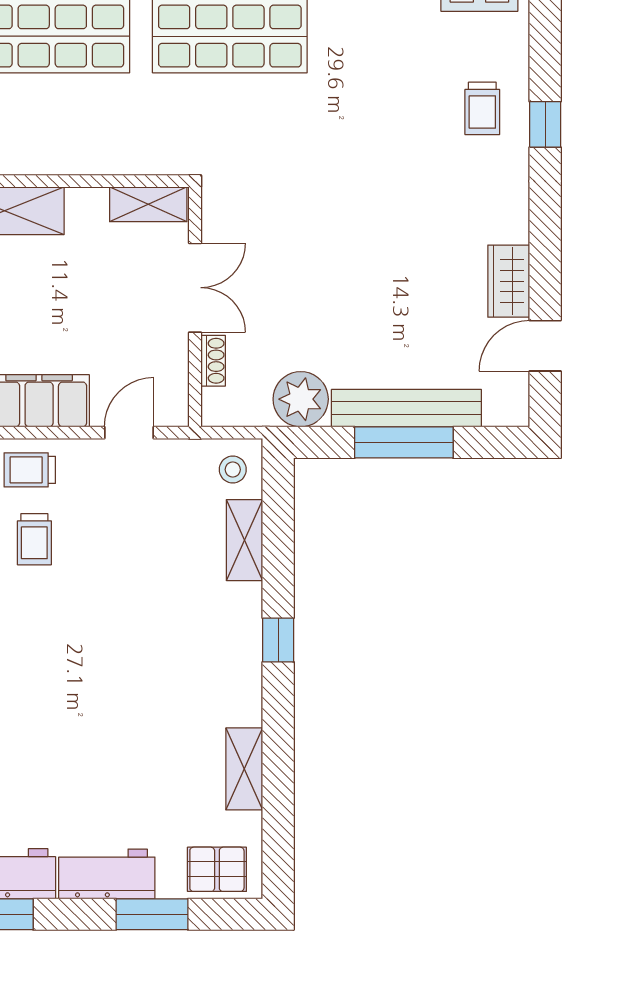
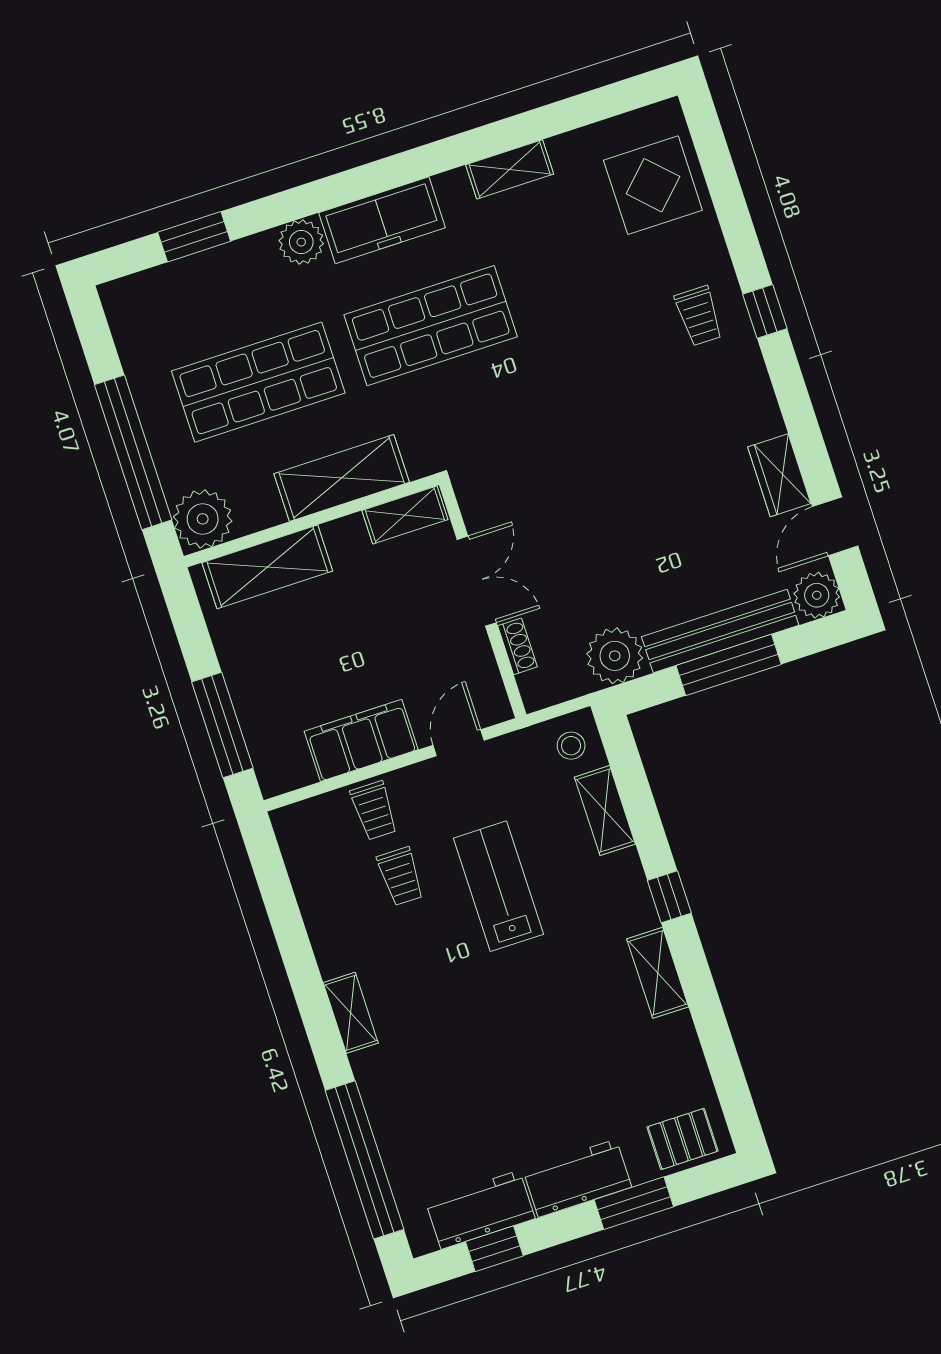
shelving: (101, 151) -> (342, 478), added
plant: (507, 404) -> (817, 595), added
trolley: (30, 470) -> (374, 810), turned -90
lab bench: (122, 578) -> (498, 886), added
shelving: (244, 769) -> (658, 973), moved

